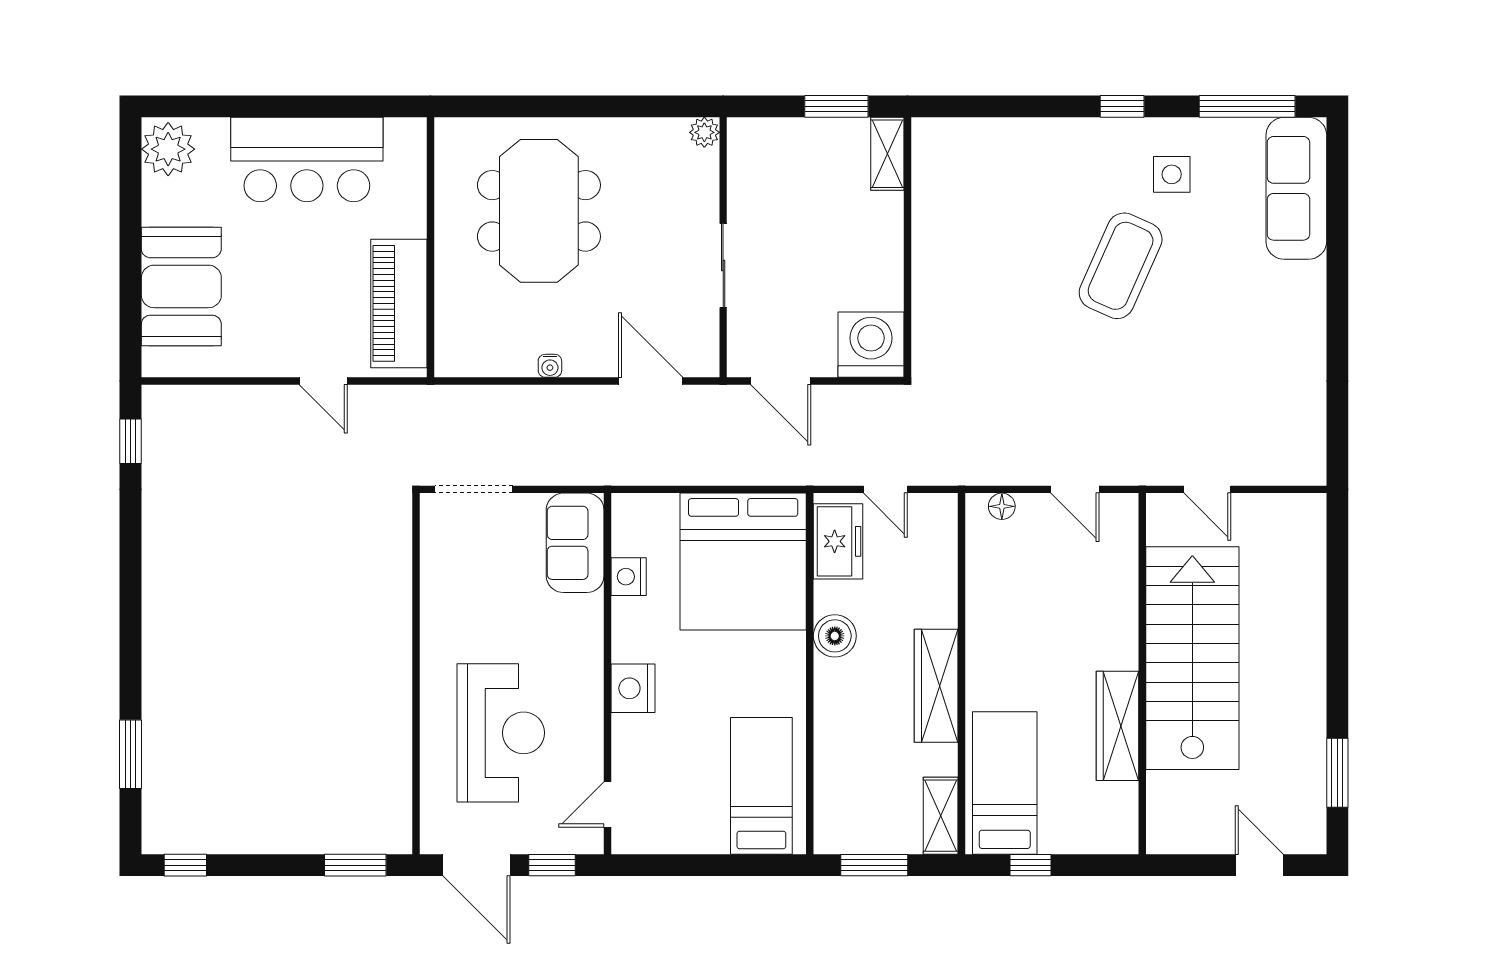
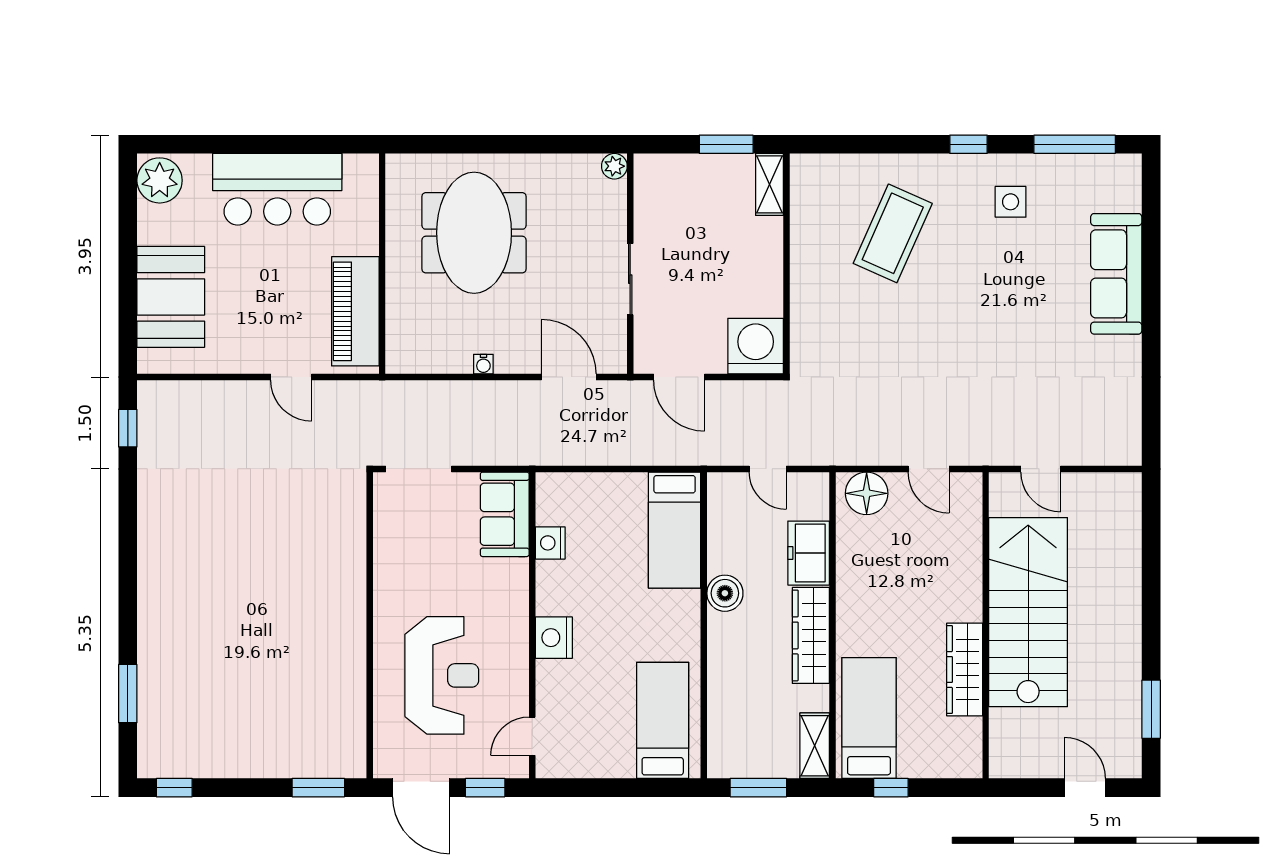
sofa: (1296, 188) -> (1116, 274), moved
coffee table: (1121, 266) -> (893, 233), moved
floor lamp: (1002, 506) -> (867, 493), width x1.89, depth x1.89
freezer: (838, 541) -> (809, 553), moved, turned 180
bed: (743, 562) -> (675, 530), width x0.49

